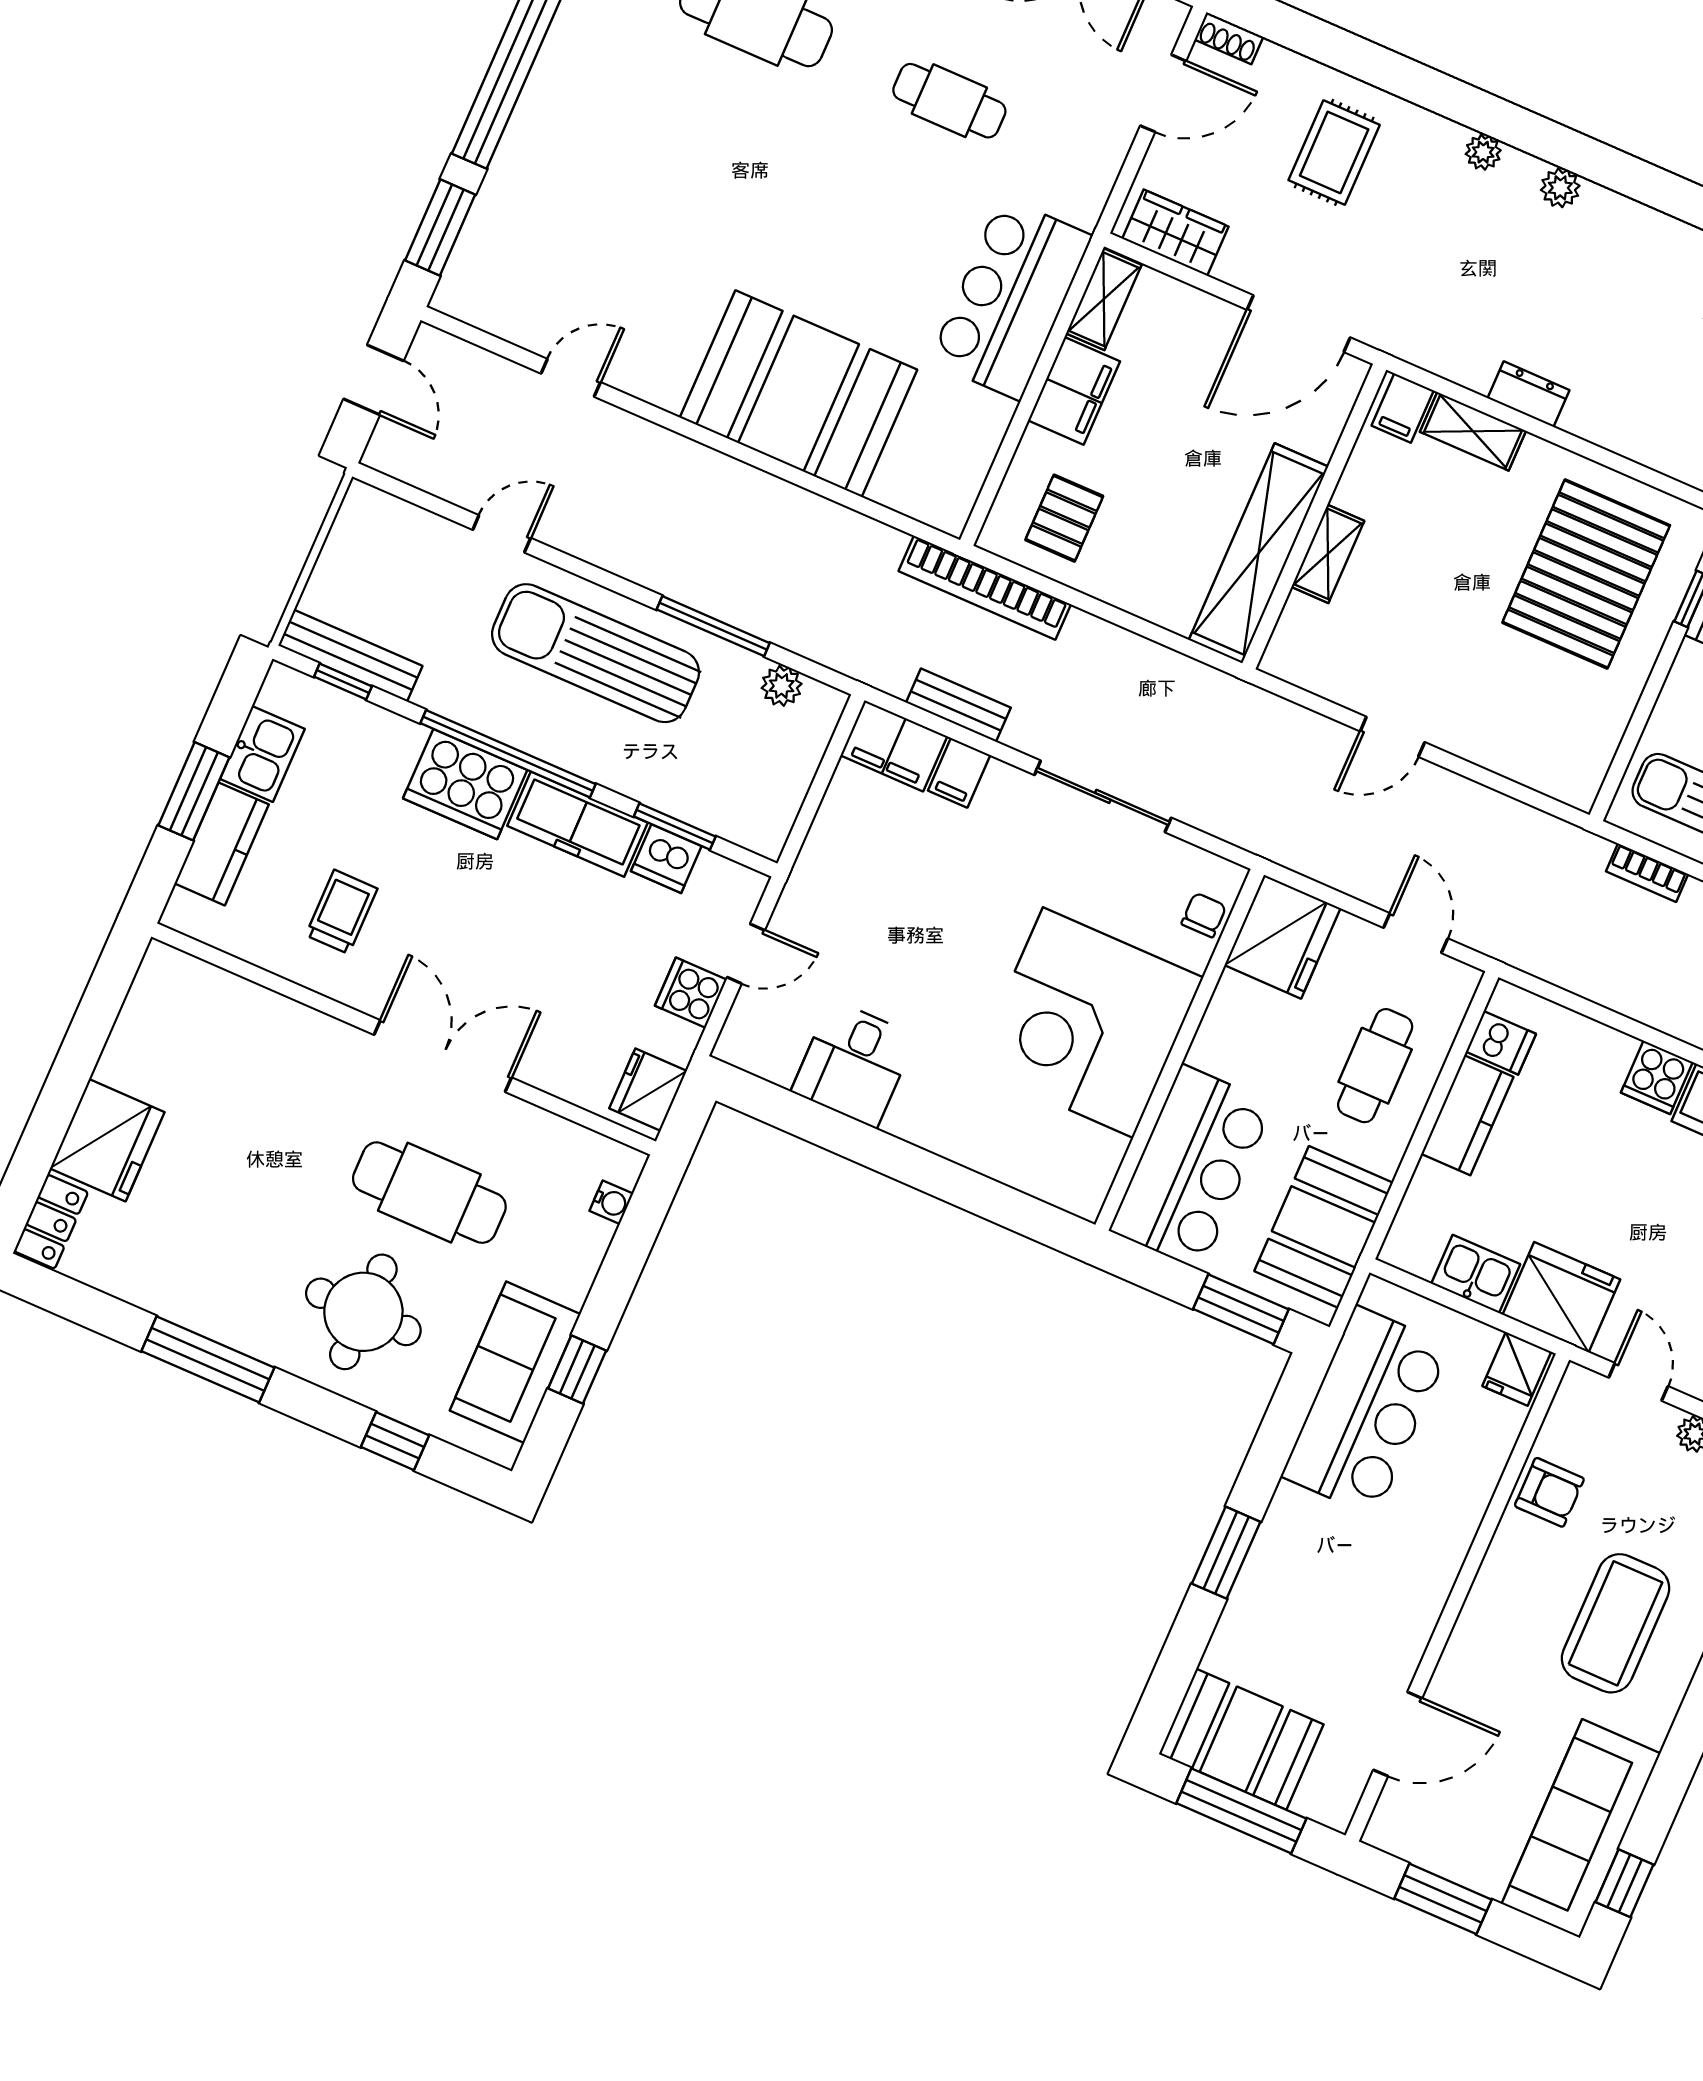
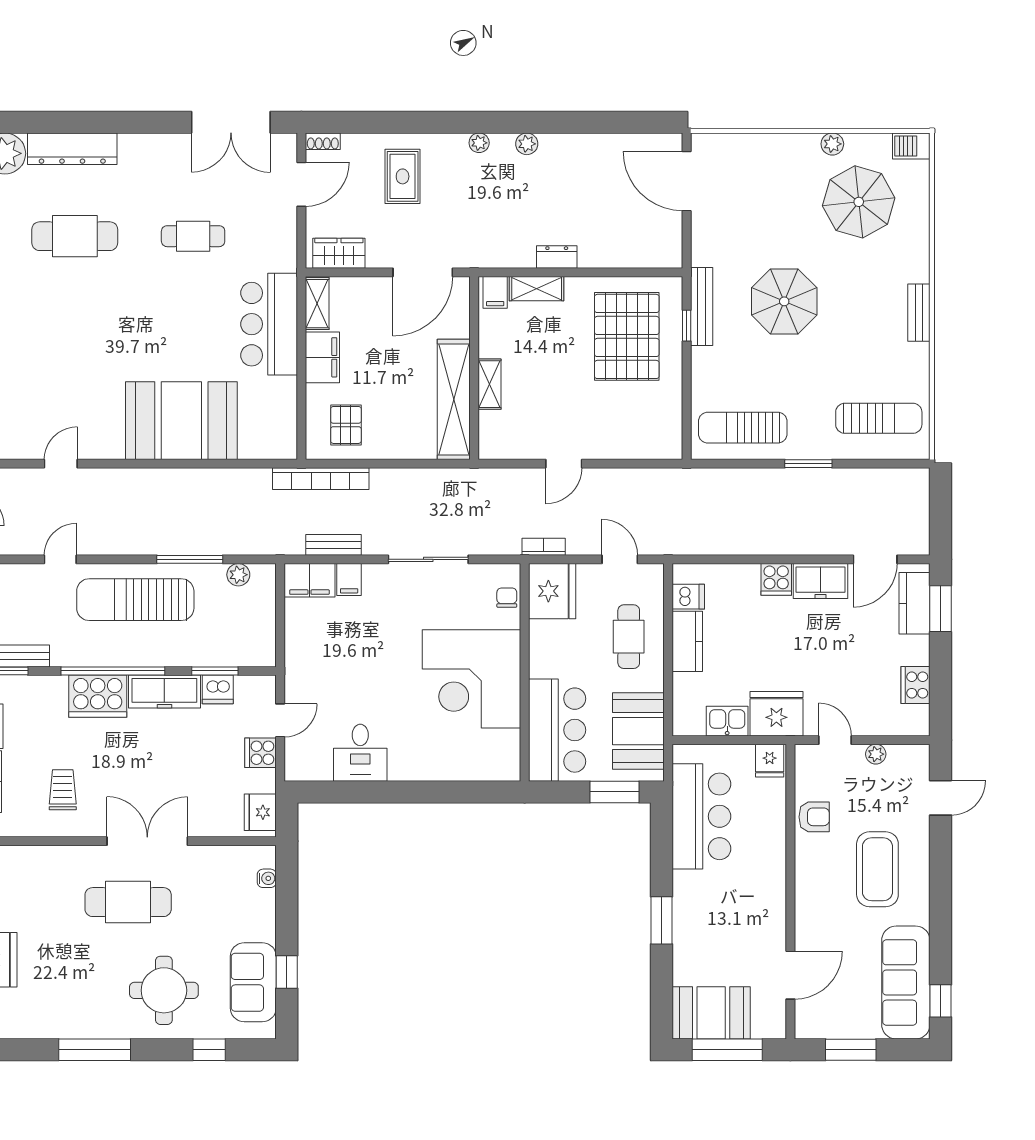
bookcase: (1647, 873) -> (544, 547), moved, turned 180
cafe table: (429, 1193) -> (128, 902), moved

